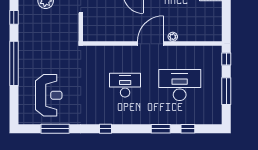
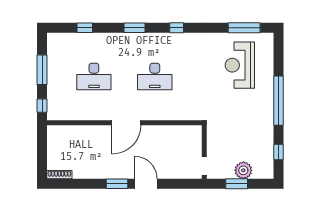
plant: (173, 37) -> (102, 130), removed
desk: (180, 85) -> (94, 76), width x0.73, depth x0.77
window: (55, 129) -> (244, 28), moved
window: (161, 129) -> (135, 28), moved

